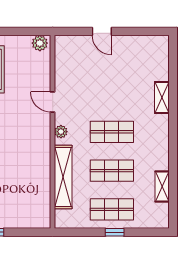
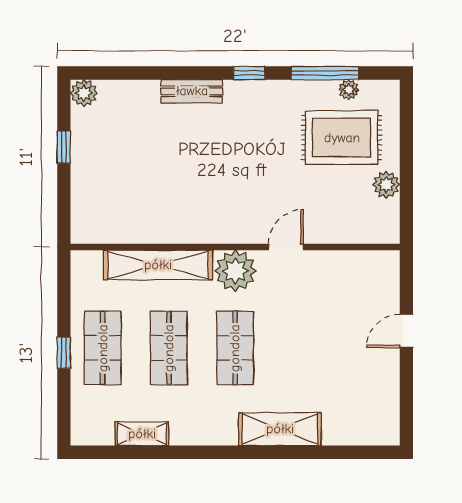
plant: (40, 43) -> (386, 185), moved
shelving: (162, 98) -> (280, 429), width x1.50, depth x1.33
plant: (61, 132) -> (235, 271), width x1.88, depth x1.88

